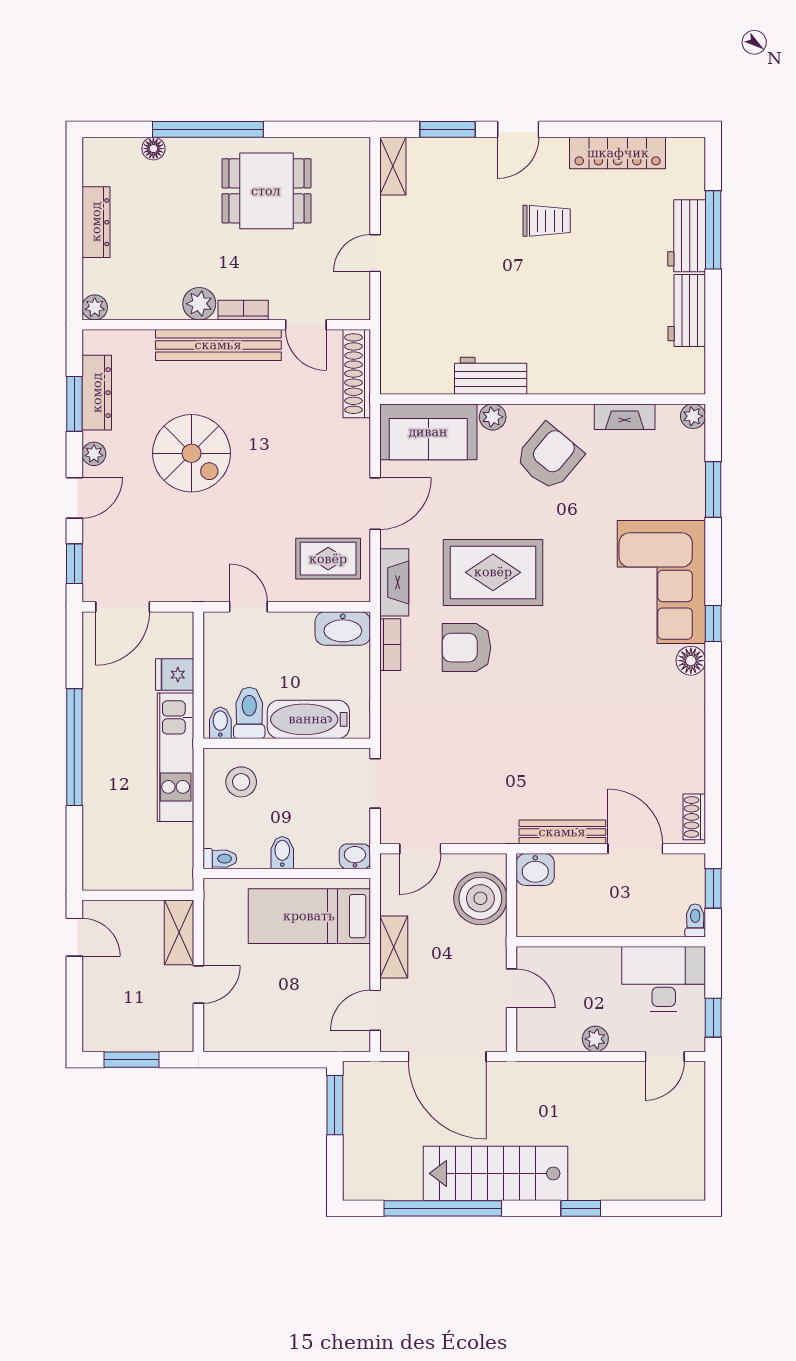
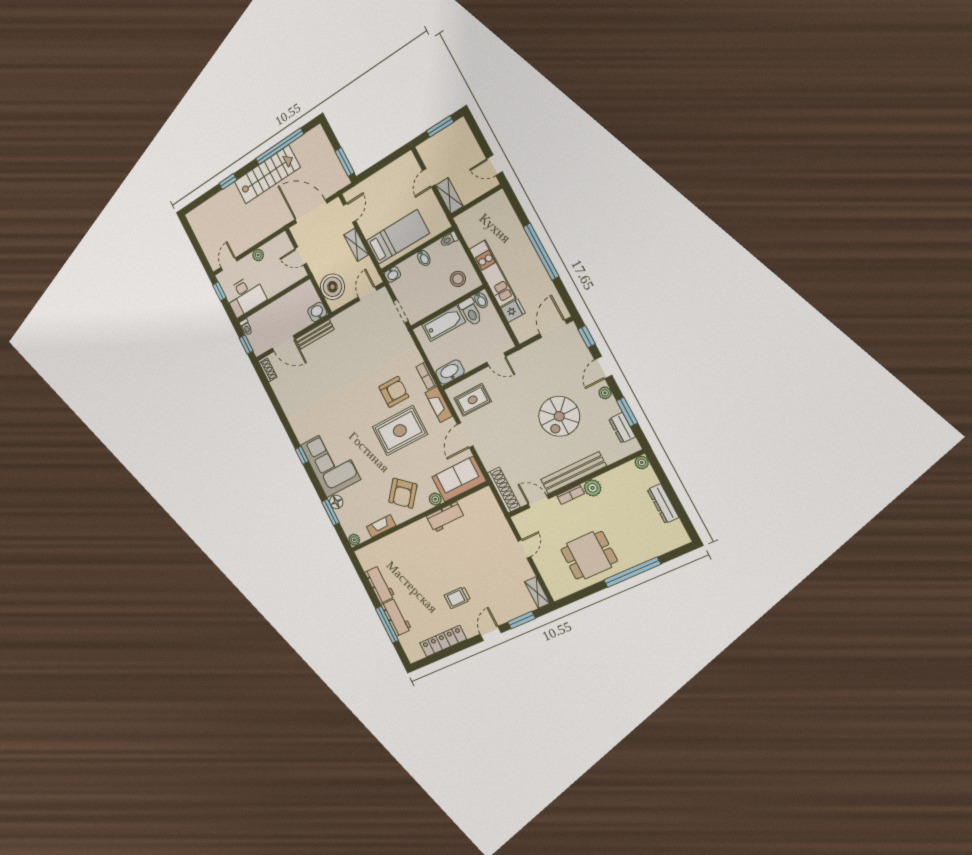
floor lamp: (153, 149) -> (654, 551), removed
dresser: (97, 393) -> (622, 428), width x0.70
spiral stairs: (191, 453) -> (559, 416), turned -90
floor lamp: (691, 661) -> (336, 502), moved

